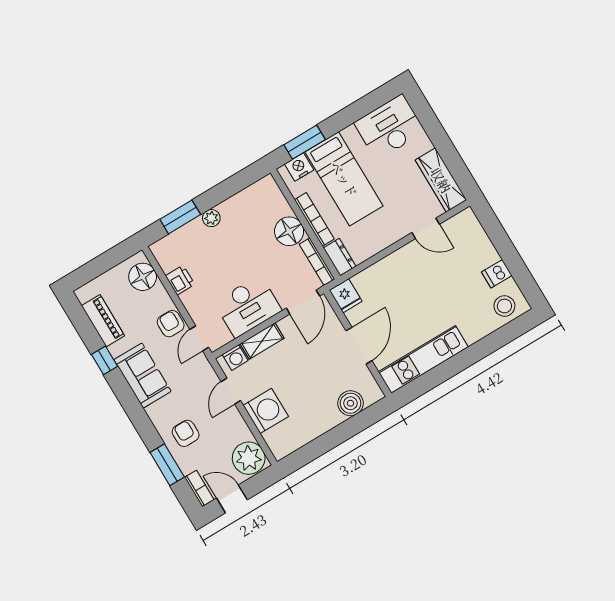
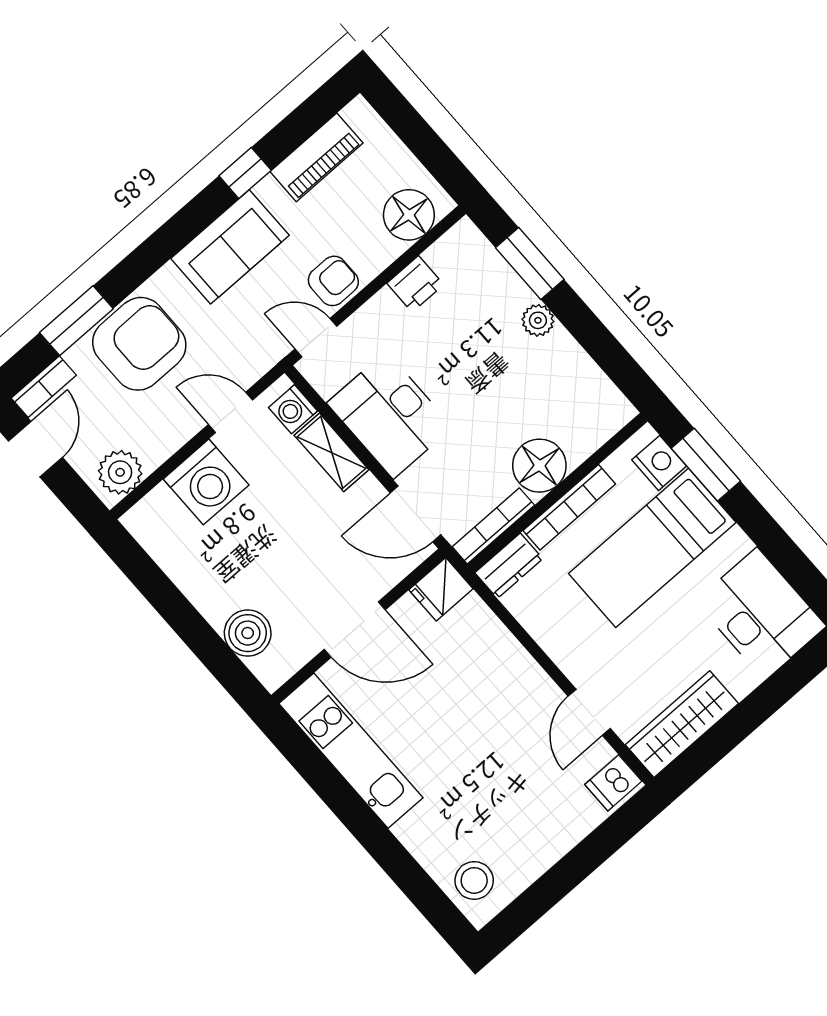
dishwasher: (497, 274) -> (613, 783), moved, turned -90
armchair: (186, 433) -> (139, 344), width x1.88, depth x1.88
plant: (249, 458) -> (120, 472), width x0.73, depth x0.73

